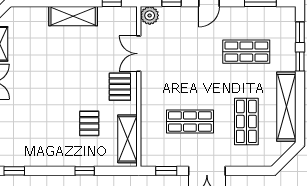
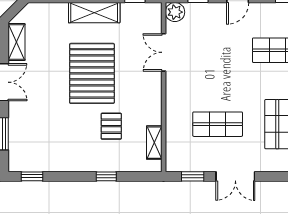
pallet: (120, 87) -> (92, 73), moved, width x2.05, depth x2.00
shelving: (128, 139) -> (154, 143), width x0.67, depth x0.75

